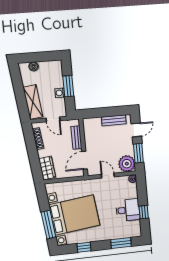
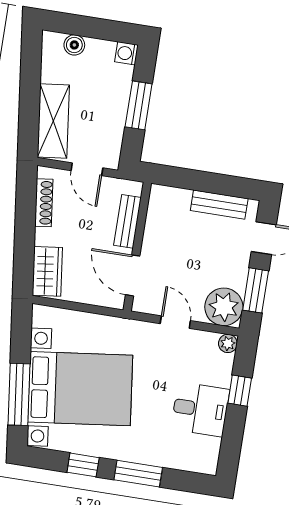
washing machine: (60, 93) -> (126, 53), moved
door: (85, 160) -> (133, 275), hinge flipped
window: (144, 212) -> (240, 391), moved
window: (121, 243) -> (138, 474), moved

